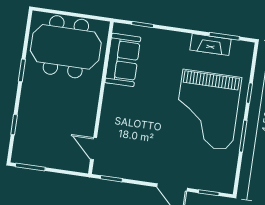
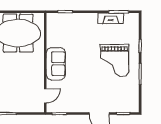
sofa: (123, 60) -> (56, 64), moved
grand piano: (207, 110) -> (115, 61), width x0.73, depth x0.68
door: (94, 149) -> (45, 96), swing flipped

